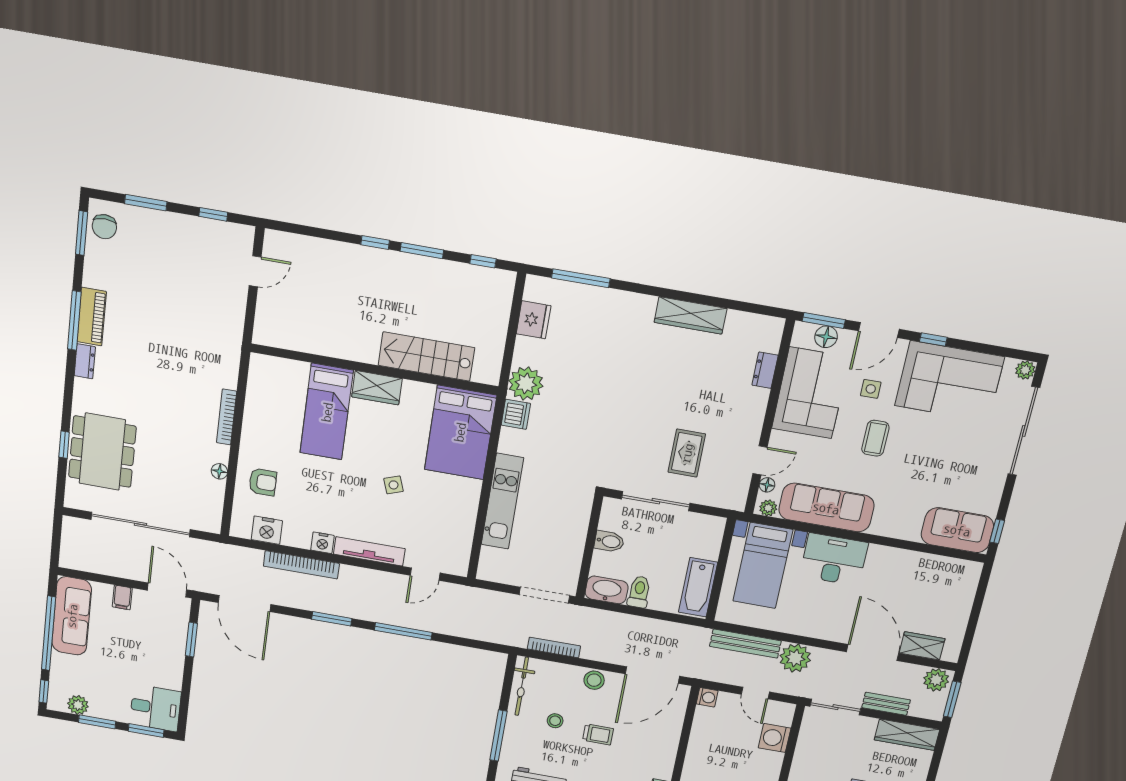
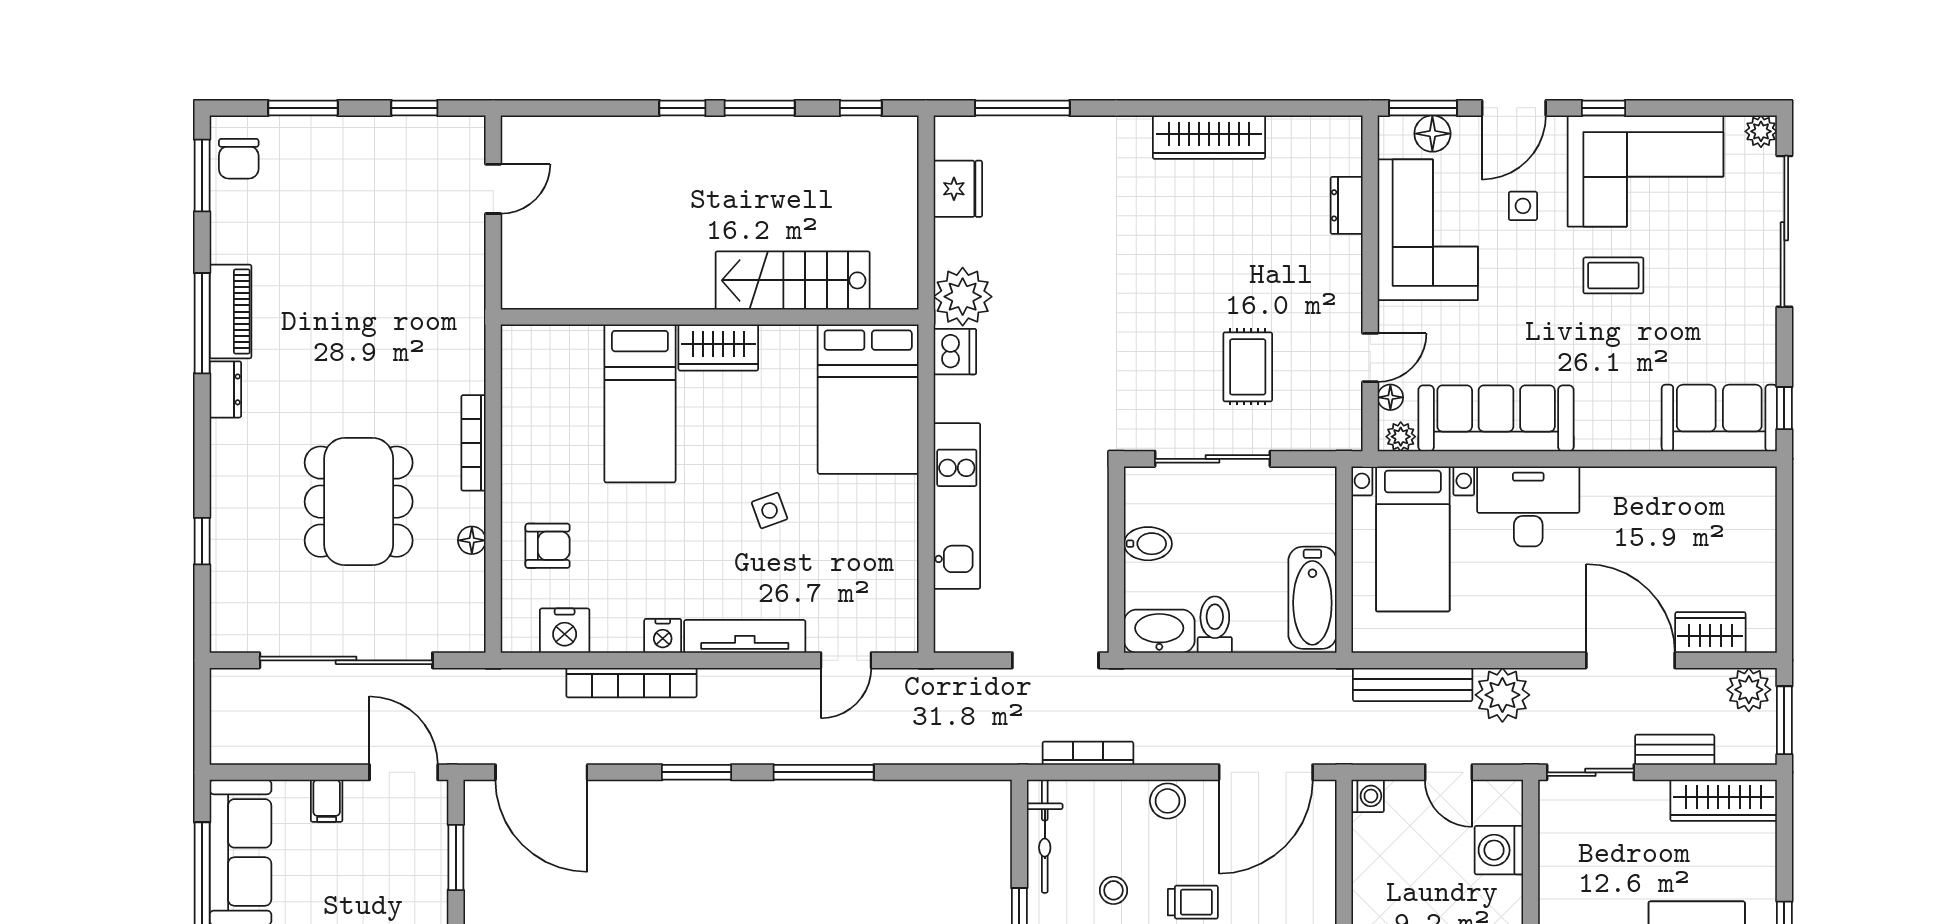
coffee table: (875, 438) -> (1613, 275), moved, turned 90
dining table: (102, 452) -> (359, 502), moved

